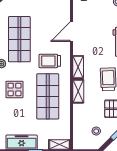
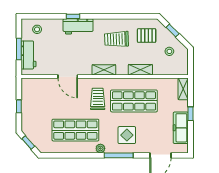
trolley: (50, 61) -> (98, 99), turned 180
shelving: (78, 91) -> (140, 70), moved

